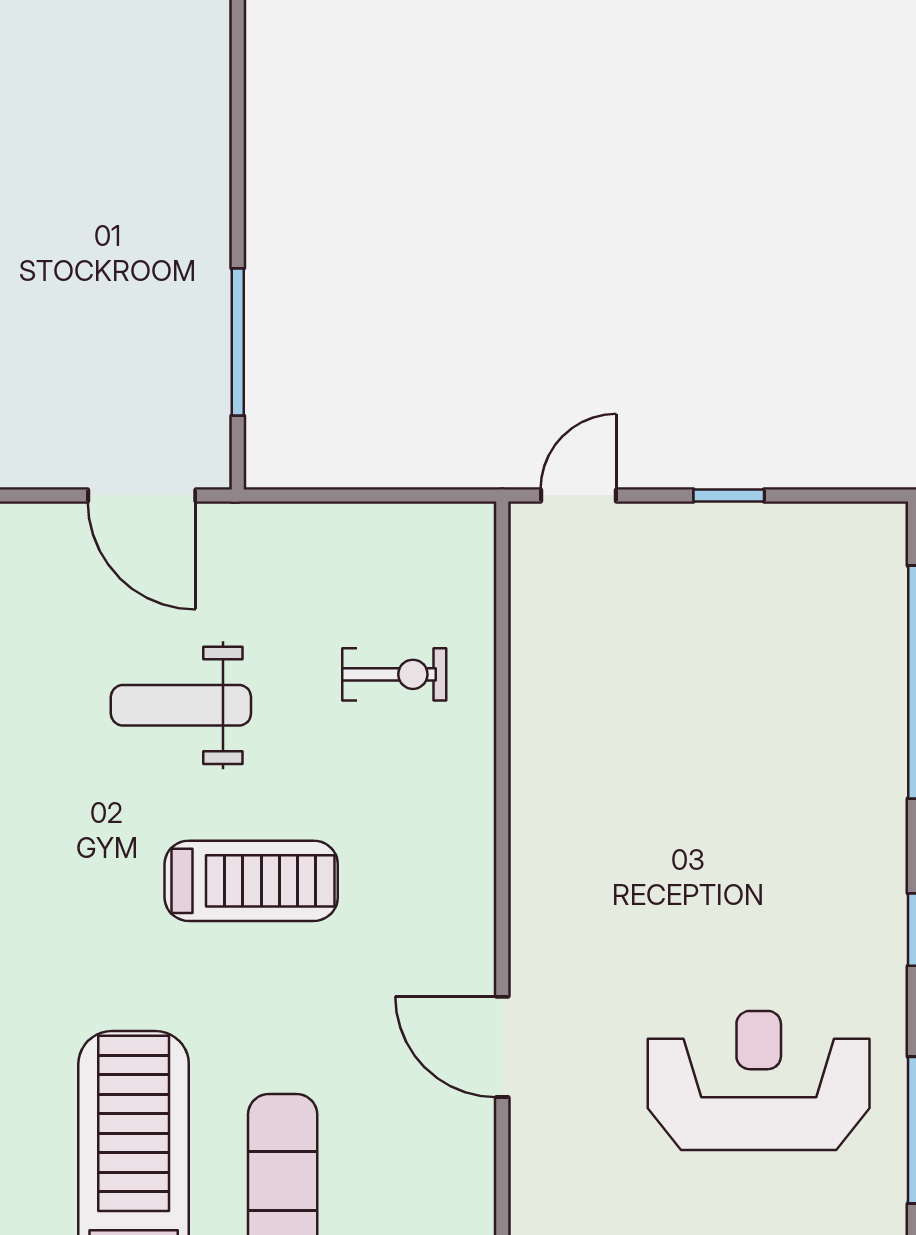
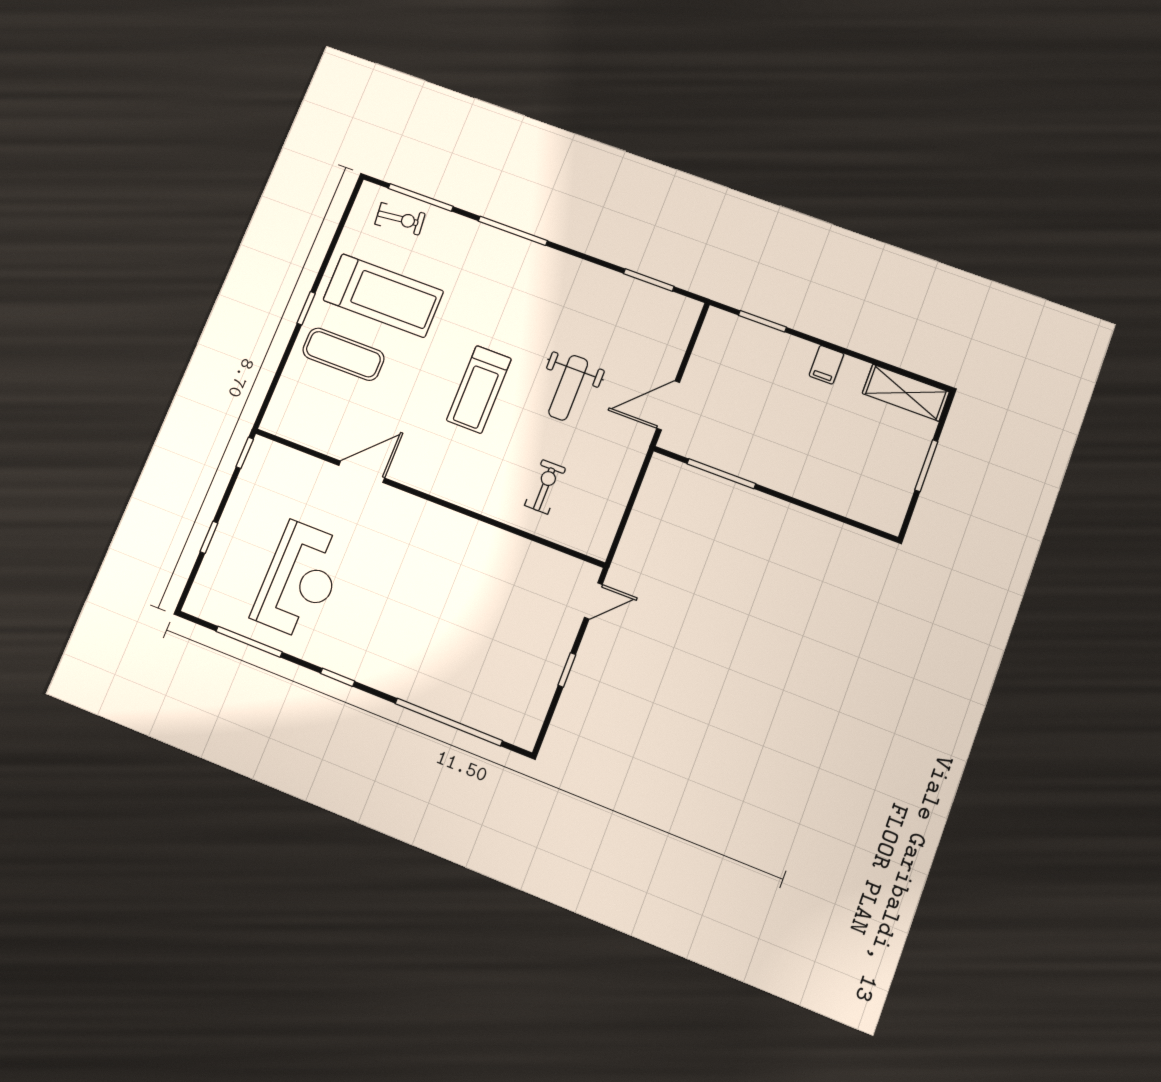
door: (579, 495) -> (593, 601), hinge flipped
exercise bike: (394, 674) -> (545, 487), turned 180
weight bench: (181, 705) -> (568, 388), turned 180

